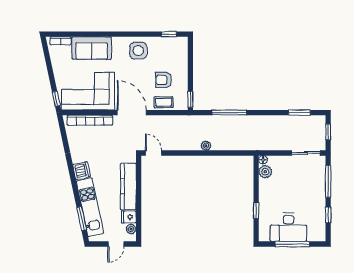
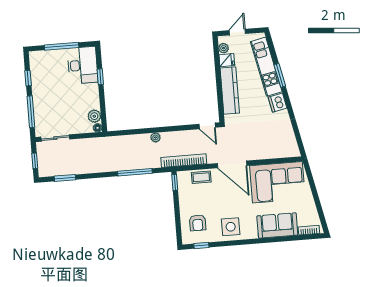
armchair: (163, 80) -> (198, 223), moved, turned 90
window: (56, 99) -> (309, 172), removed
bookcase: (90, 120) -> (184, 161), moved
window: (82, 218) -> (280, 75), moved
desk: (288, 227) -> (83, 65), moved, turned 90

